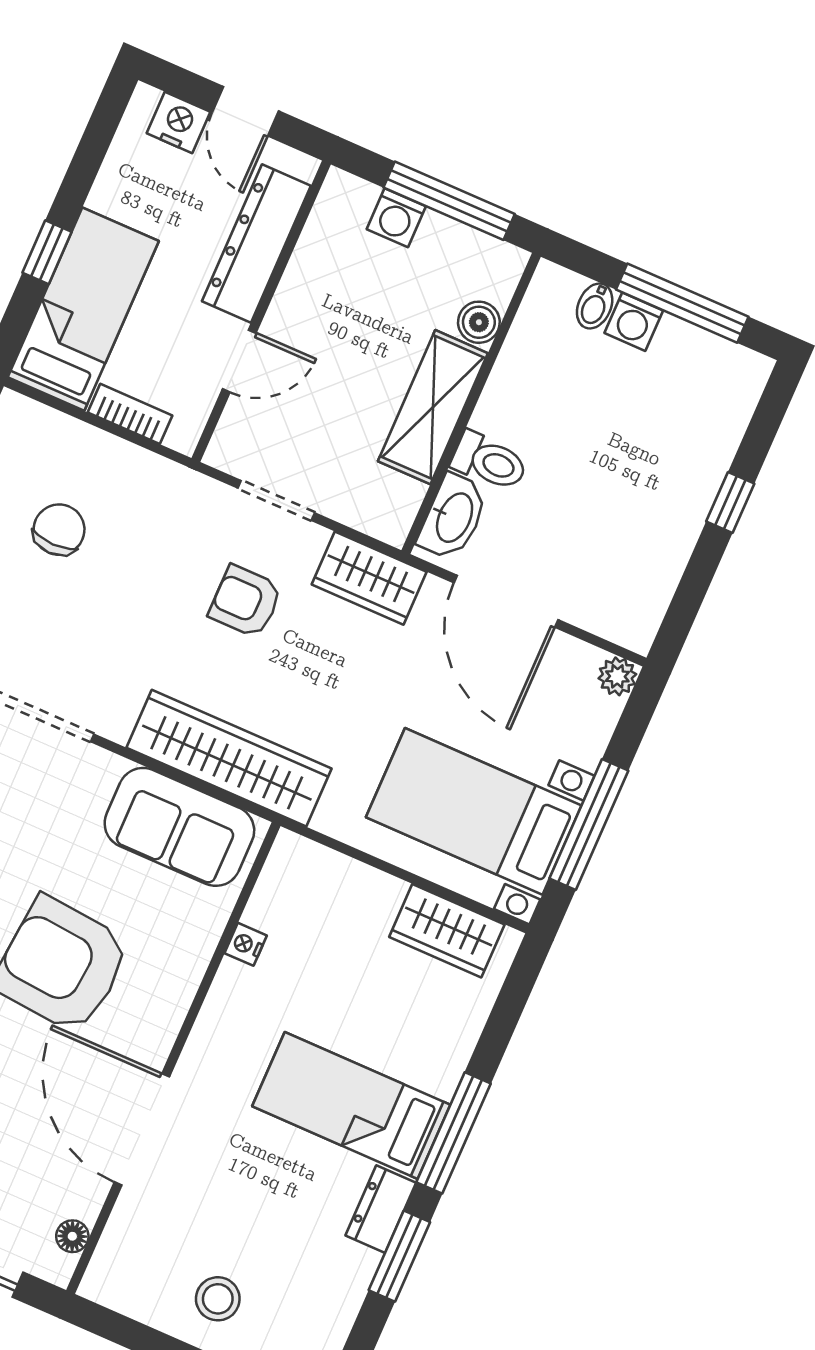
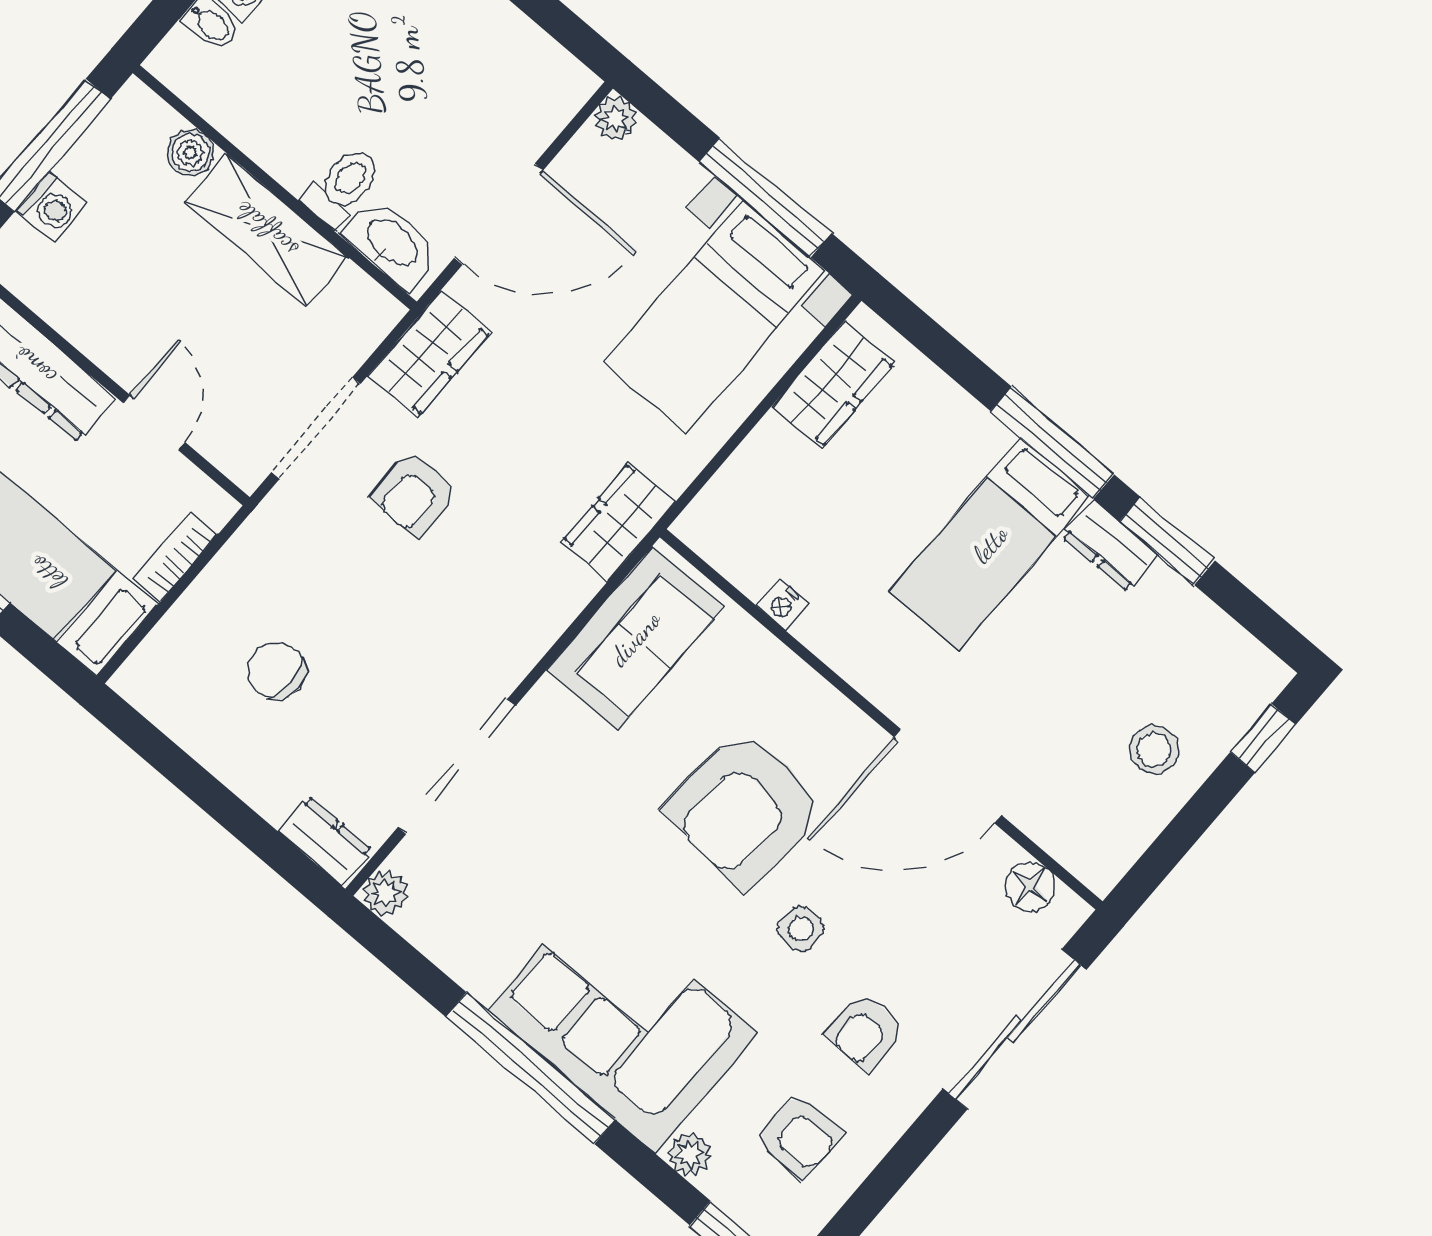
doorway: (276, 501) -> (316, 428), width x1.38
wardrobe: (229, 758) -> (619, 522), width x0.48, depth x0.85
floor lamp: (72, 1236) -> (1030, 886), width x1.37, depth x1.37

